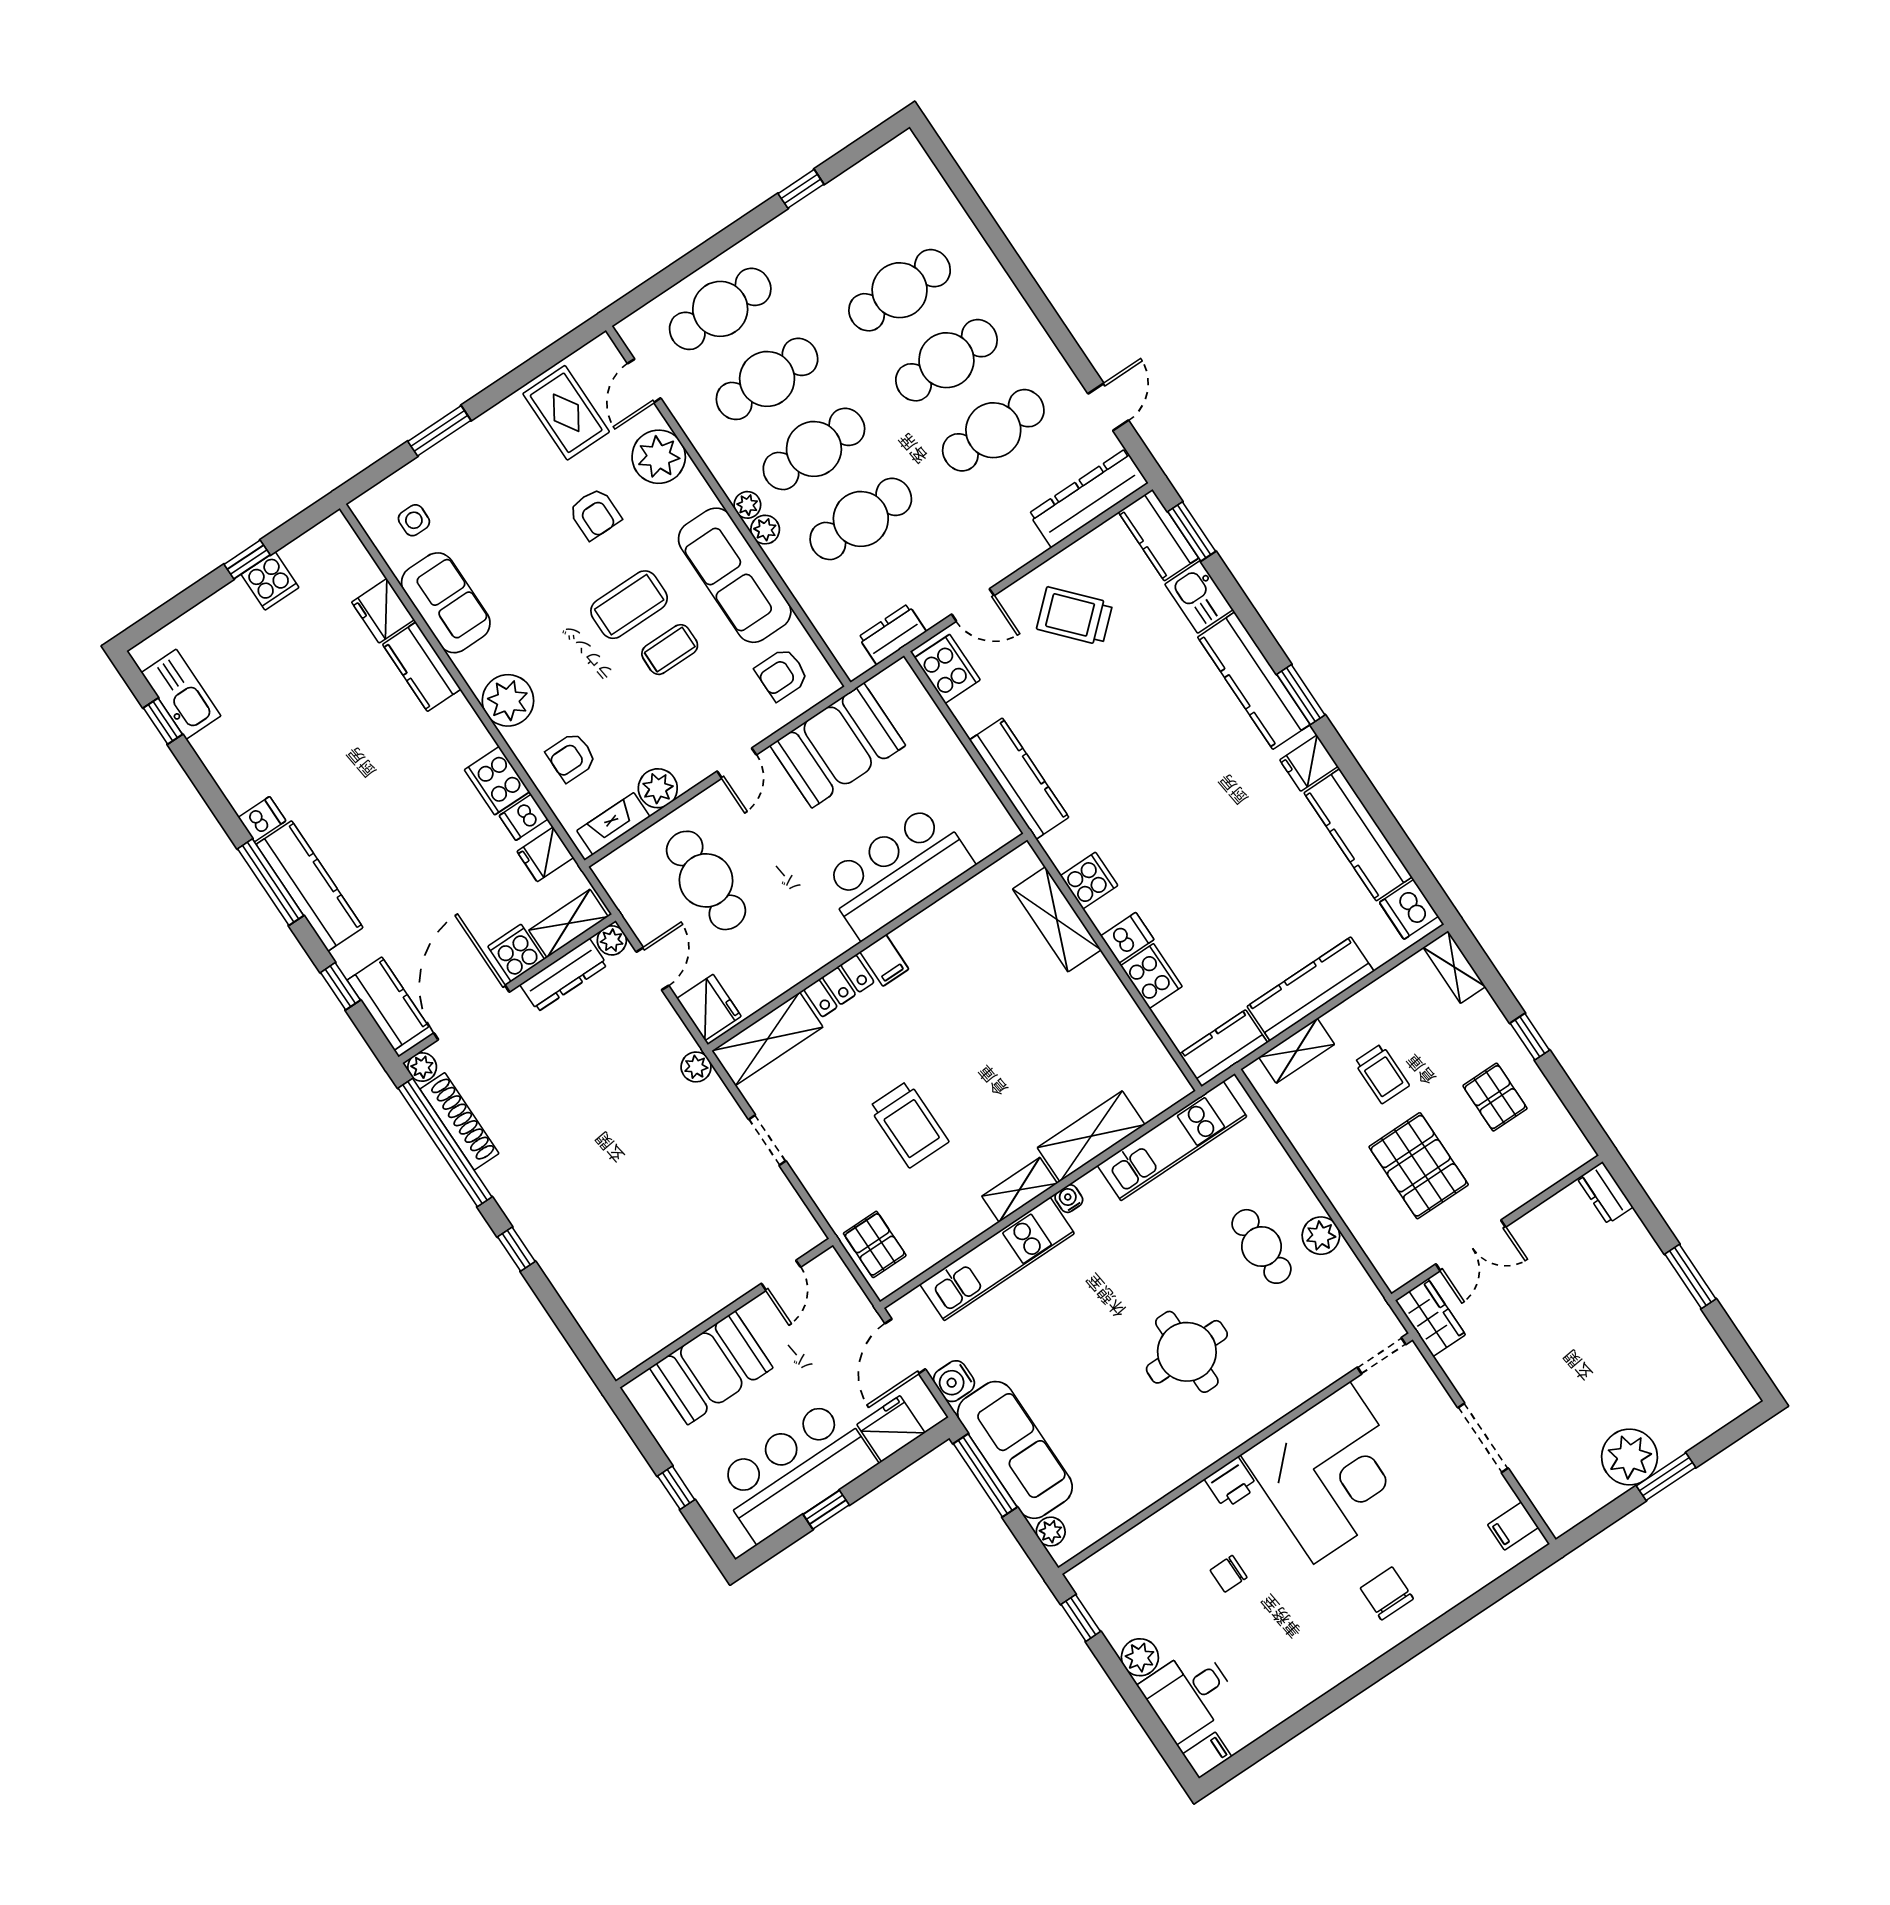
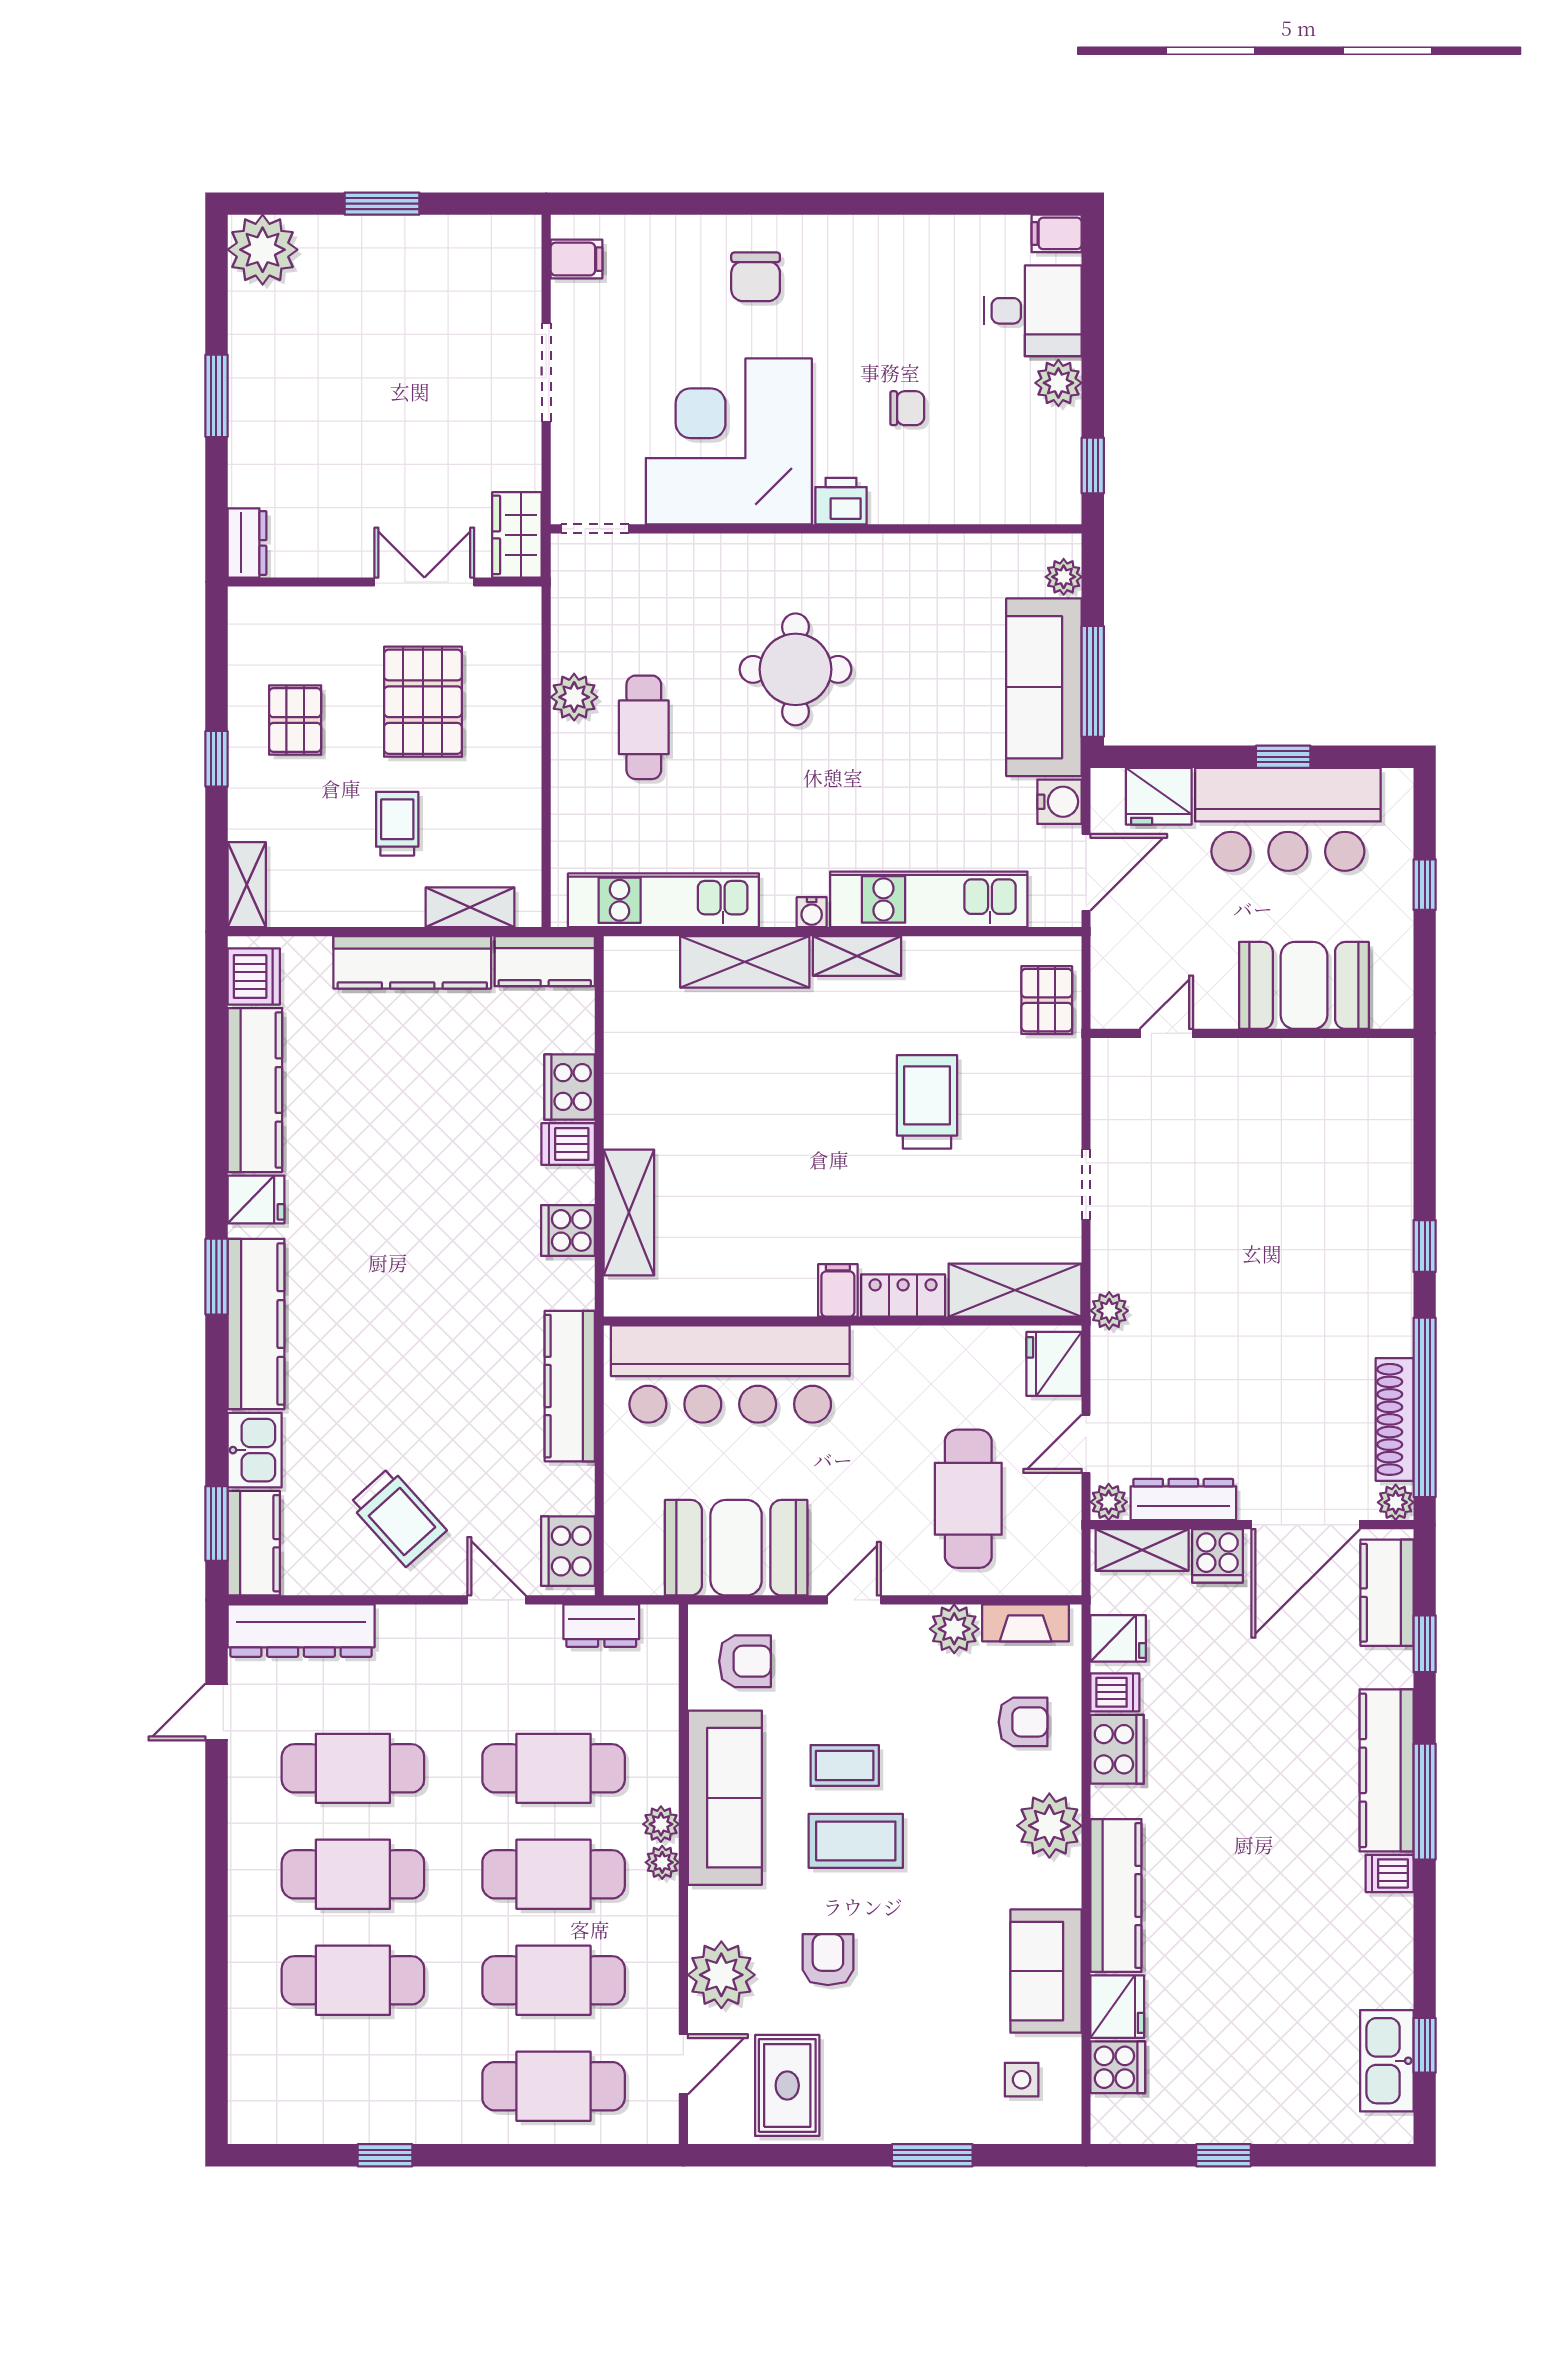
cooker: (270, 581) -> (1118, 2067), moved, turned 90
kitchen counter: (422, 667) -> (1116, 1896), width x1.50
bar counter: (897, 872) -> (730, 1374), width x1.36
plant: (1629, 1457) -> (263, 250), moved

